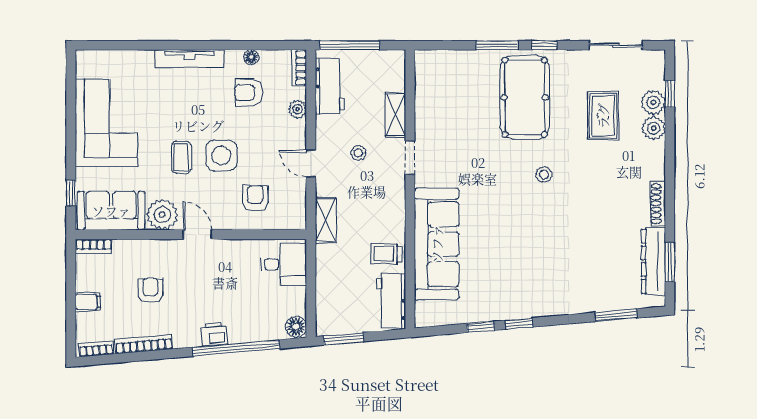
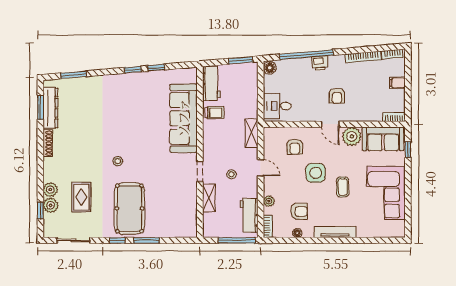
coffee table: (181, 157) -> (343, 187), moved
armchair: (150, 291) -> (337, 96), moved

